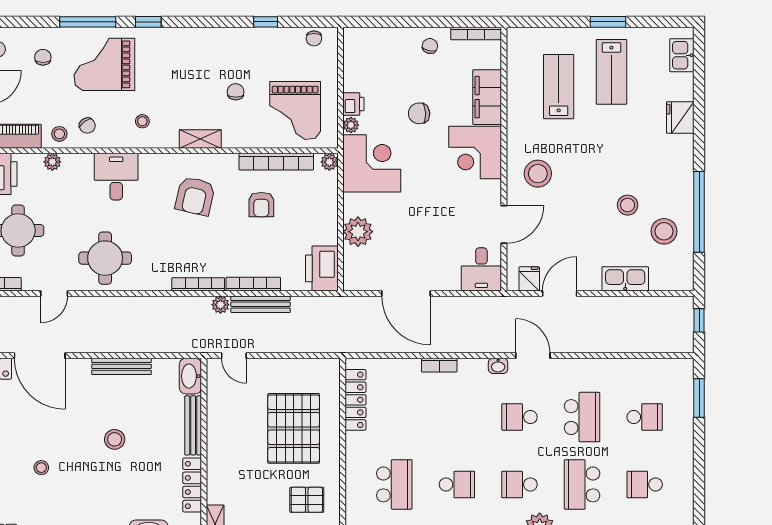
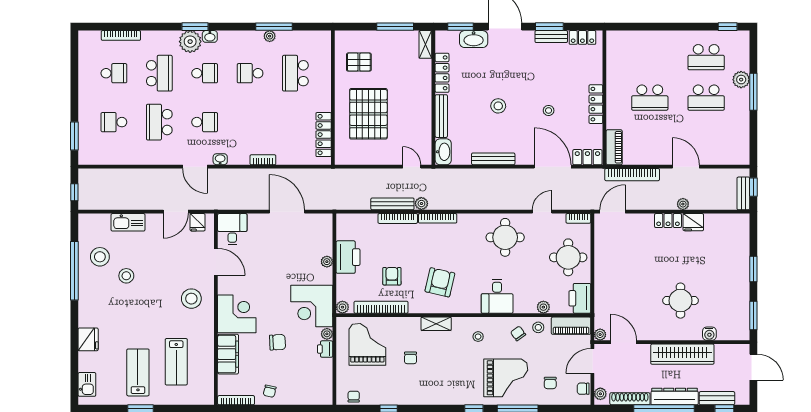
door: (504, 224) -> (216, 262), swing flipped
plant: (358, 232) -> (327, 262), width x0.53, depth x0.53
printer: (322, 268) -> (348, 257), moved
stool: (41, 468) -> (549, 110), moved

